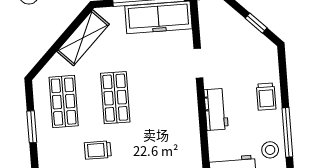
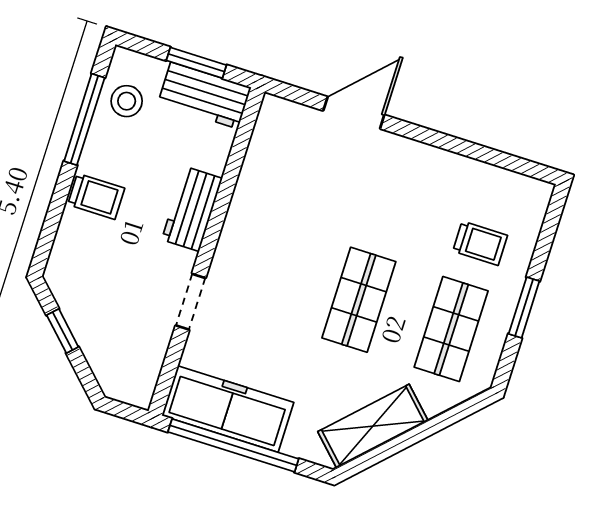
trolley: (266, 97) -> (96, 196), turned 90
trolley: (98, 150) -> (480, 243), moved

